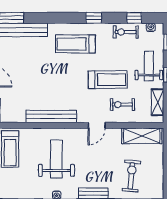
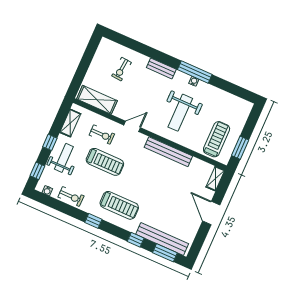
window: (134, 18) -> (136, 240), moved
weight bench: (149, 66) -> (64, 158), turned 180
treadmill: (108, 80) -> (105, 162), turned 180
exercise bike: (131, 176) -> (121, 69), width x0.73, depth x0.72

